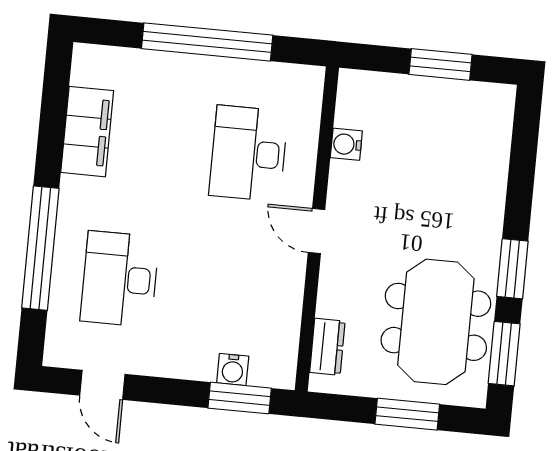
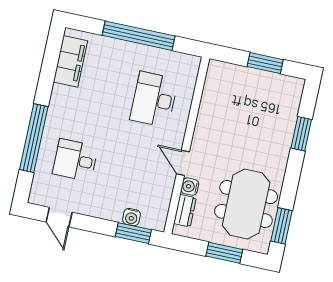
filing cabinet: (87, 132) -> (70, 61), moved
water cooler: (346, 144) -> (190, 187), moved
door: (317, 231) -> (183, 163), moved
window: (512, 269) -> (301, 134), moved
desk: (120, 279) -> (75, 160), width x0.73

